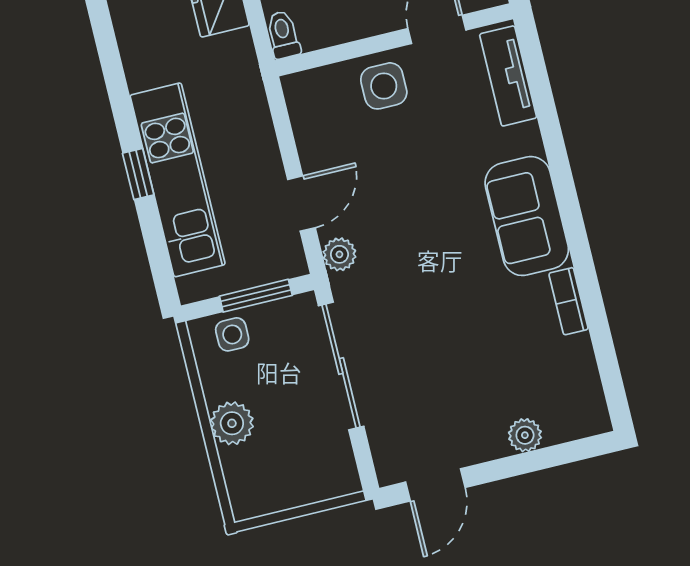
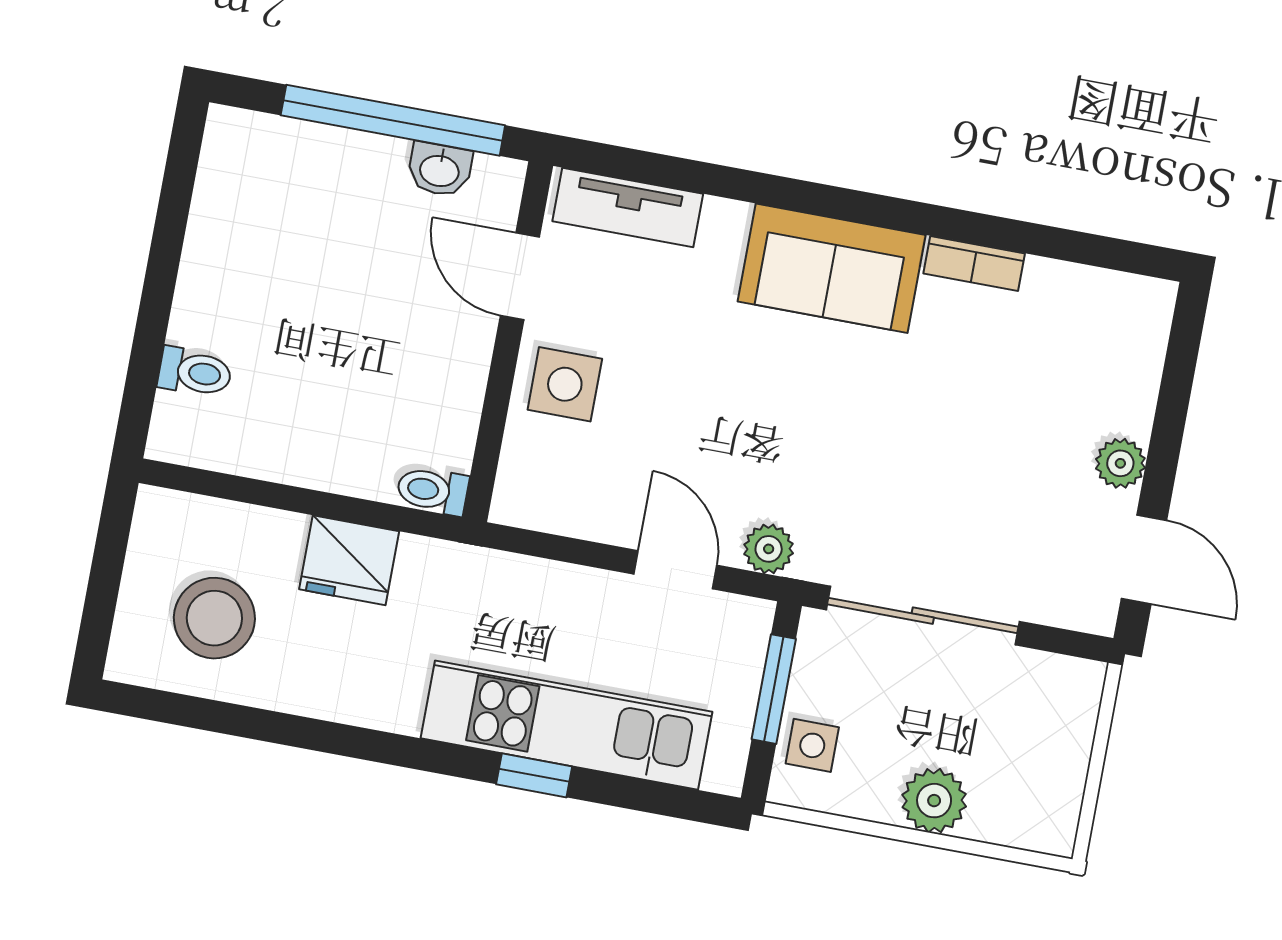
plant: (525, 435) -> (1120, 463), moved

